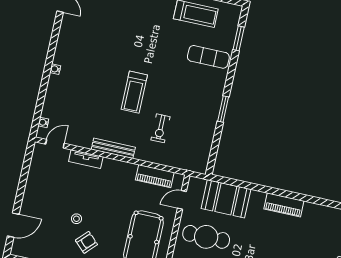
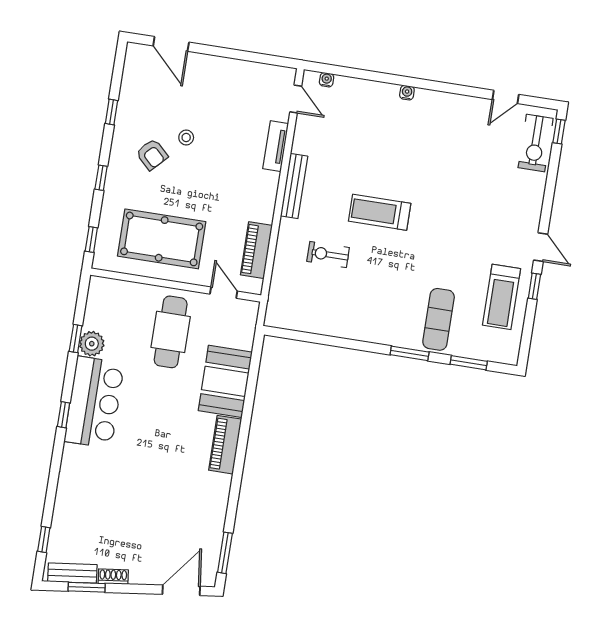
window: (223, 109) -> (410, 353), moved
booth: (226, 199) -> (225, 381), moved

